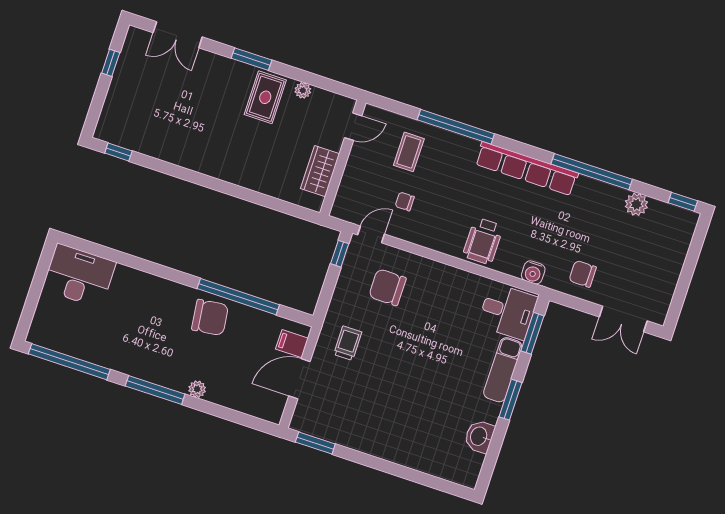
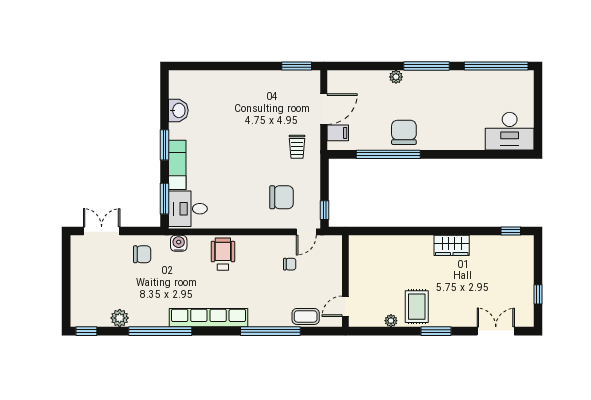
coffee table: (409, 152) -> (306, 316), moved, turned 90
wardrobe: (320, 171) -> (452, 245), moved, turned 90
chair: (210, 317) -> (404, 132), turned 97

